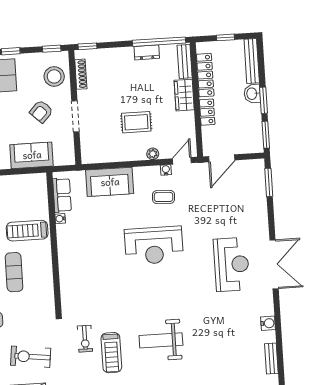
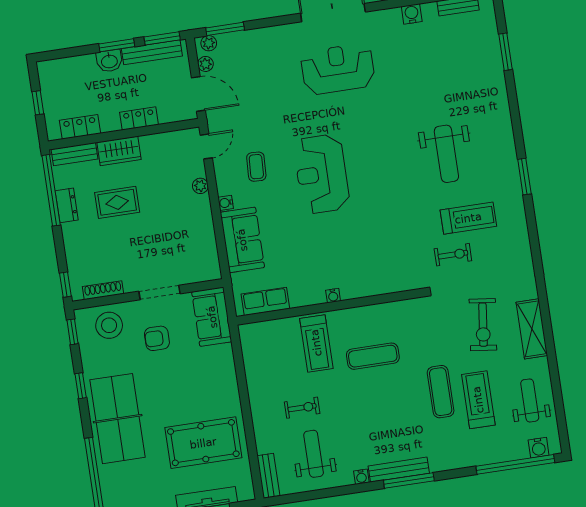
bench: (252, 61) -> (152, 52), moved
locker: (205, 75) -> (80, 127), width x0.66
armchair: (41, 111) -> (157, 338), turned 137
rug: (136, 122) -> (117, 202), moved, turned 90
sofa: (32, 155) -> (212, 317), moved
door: (182, 161) -> (206, 146), swing flipped
plant: (244, 166) -> (205, 64), added
plant: (259, 169) -> (209, 43), added
water cooler: (166, 170) -> (226, 203), moved
water cooler: (60, 219) -> (333, 296), moved
reception desk: (154, 245) -> (322, 174), turned 180

